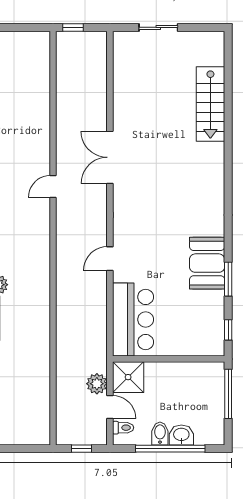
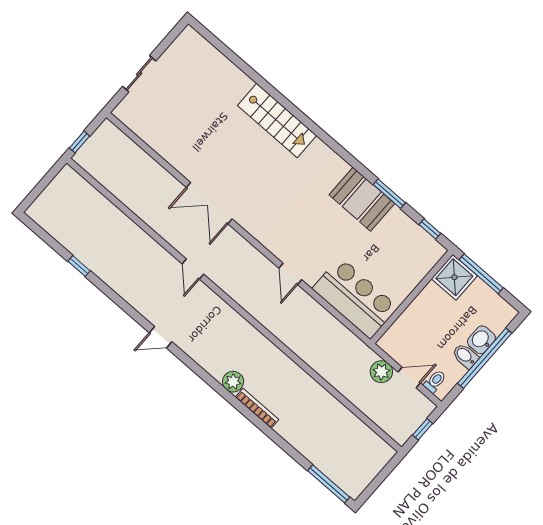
stairs: (210, 104) -> (277, 120), moved
shower: (128, 377) -> (454, 277), moved

